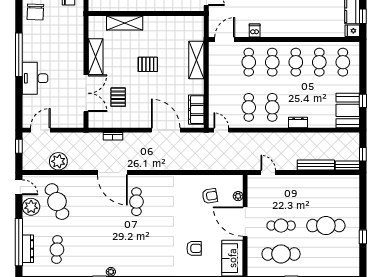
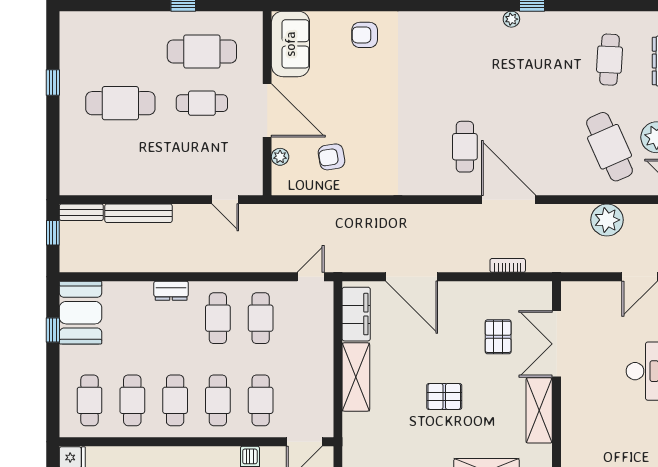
shelving: (196, 60) -> (356, 377), moved
door: (221, 130) -> (311, 277), swing flipped
armchair: (194, 248) -> (365, 35), moved

